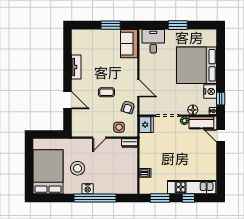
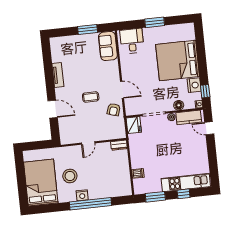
side table: (119, 127) -> (107, 131), removed

